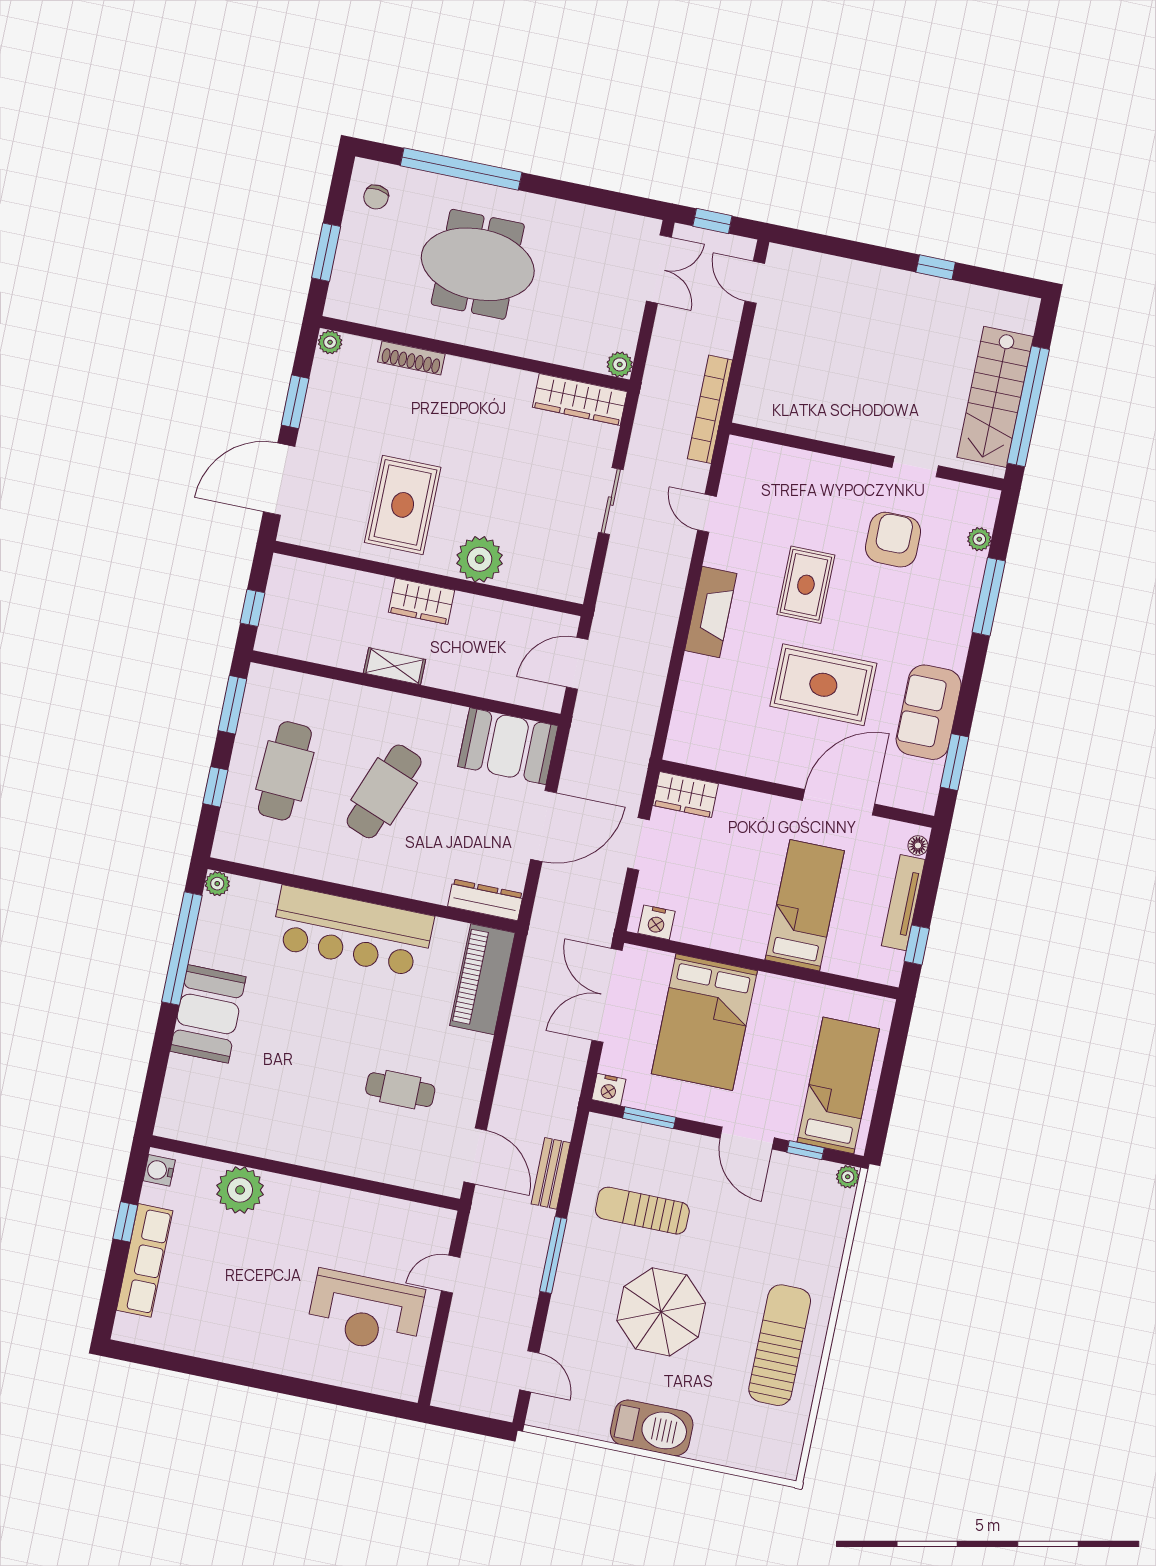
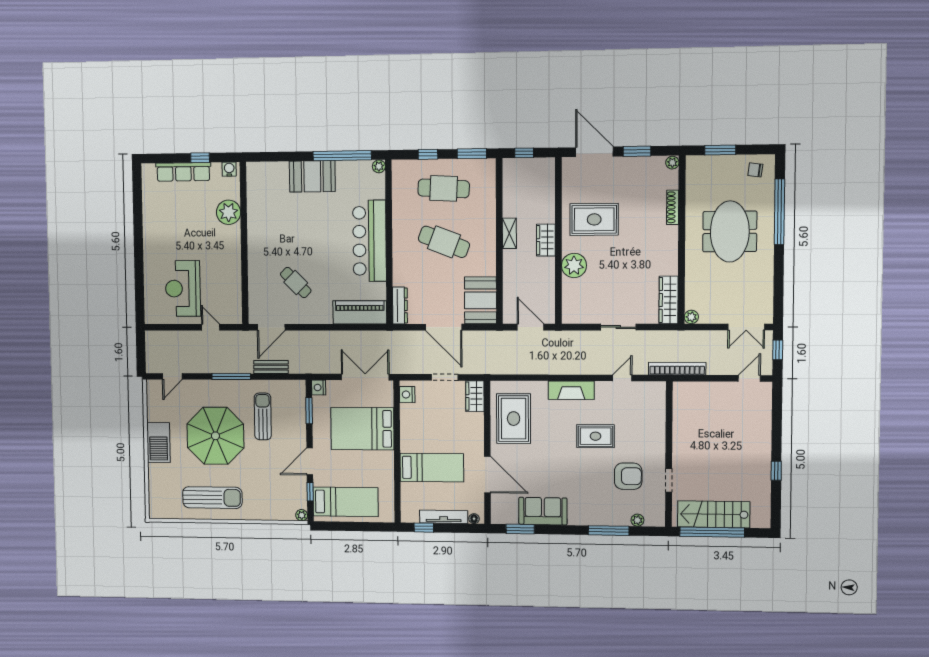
rug: (823, 685) -> (514, 419), moved
cafe table: (400, 1090) -> (296, 282), turned -45
parasol: (661, 1312) -> (215, 436), width x1.36, depth x1.36

